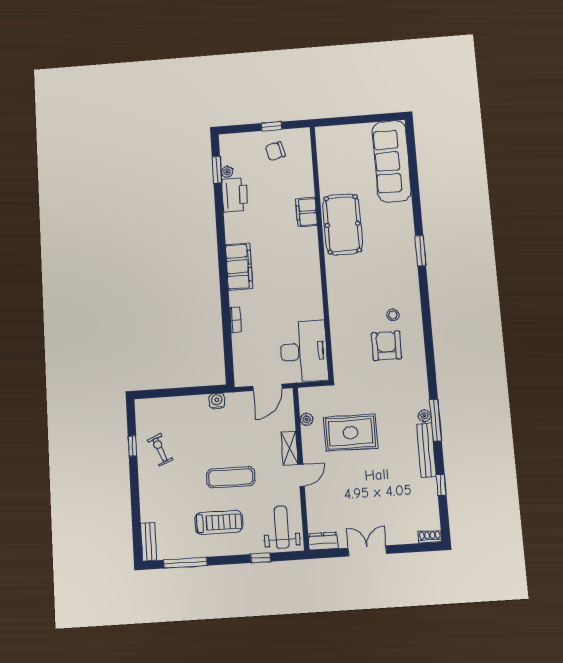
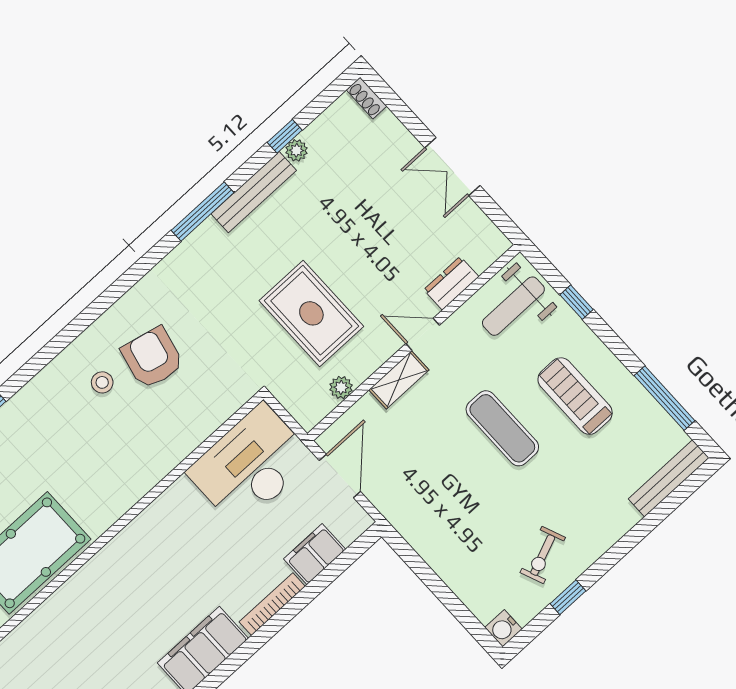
filing cabinet: (306, 212) -> (315, 554), moved, turned 180
bookcase: (236, 320) -> (272, 604), width x1.56
armchair: (386, 346) -> (152, 358), turned 103
door: (268, 387) -> (340, 476), hinge flipped
water cooler: (217, 401) -> (503, 628), moved
plant: (424, 416) -> (297, 150), moved
dresser: (323, 541) -> (451, 283), moved, turned 90
bench: (149, 542) -> (669, 478), width x1.36

